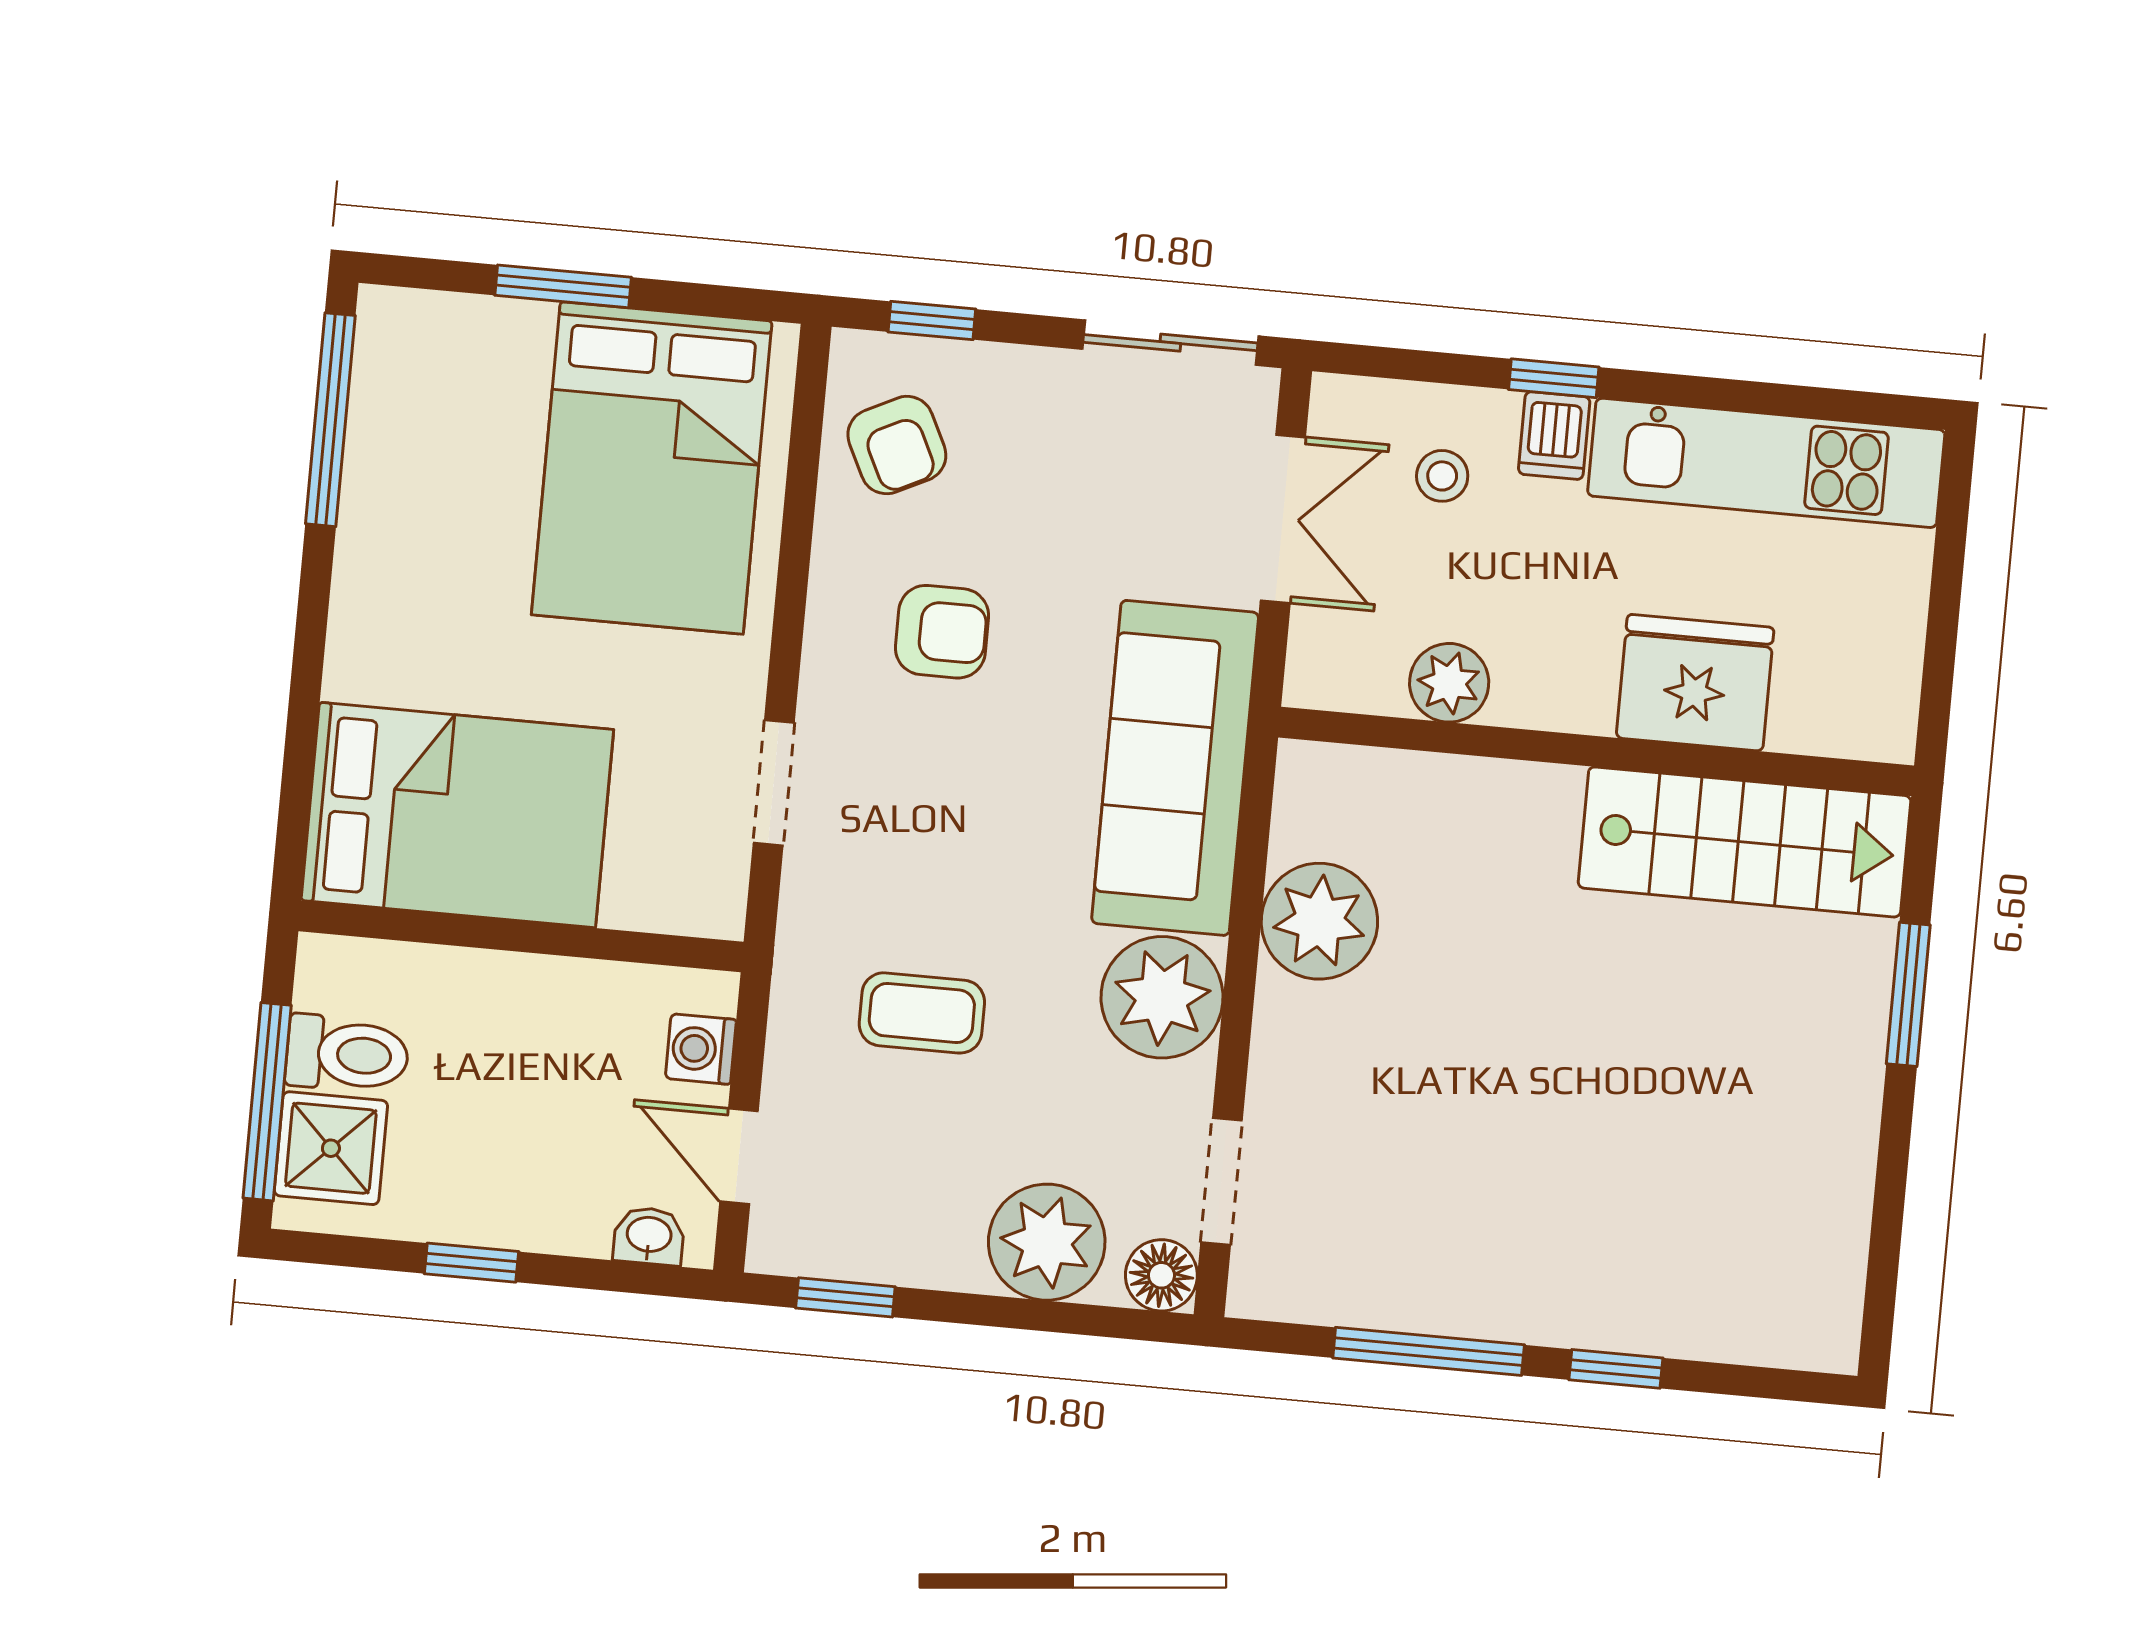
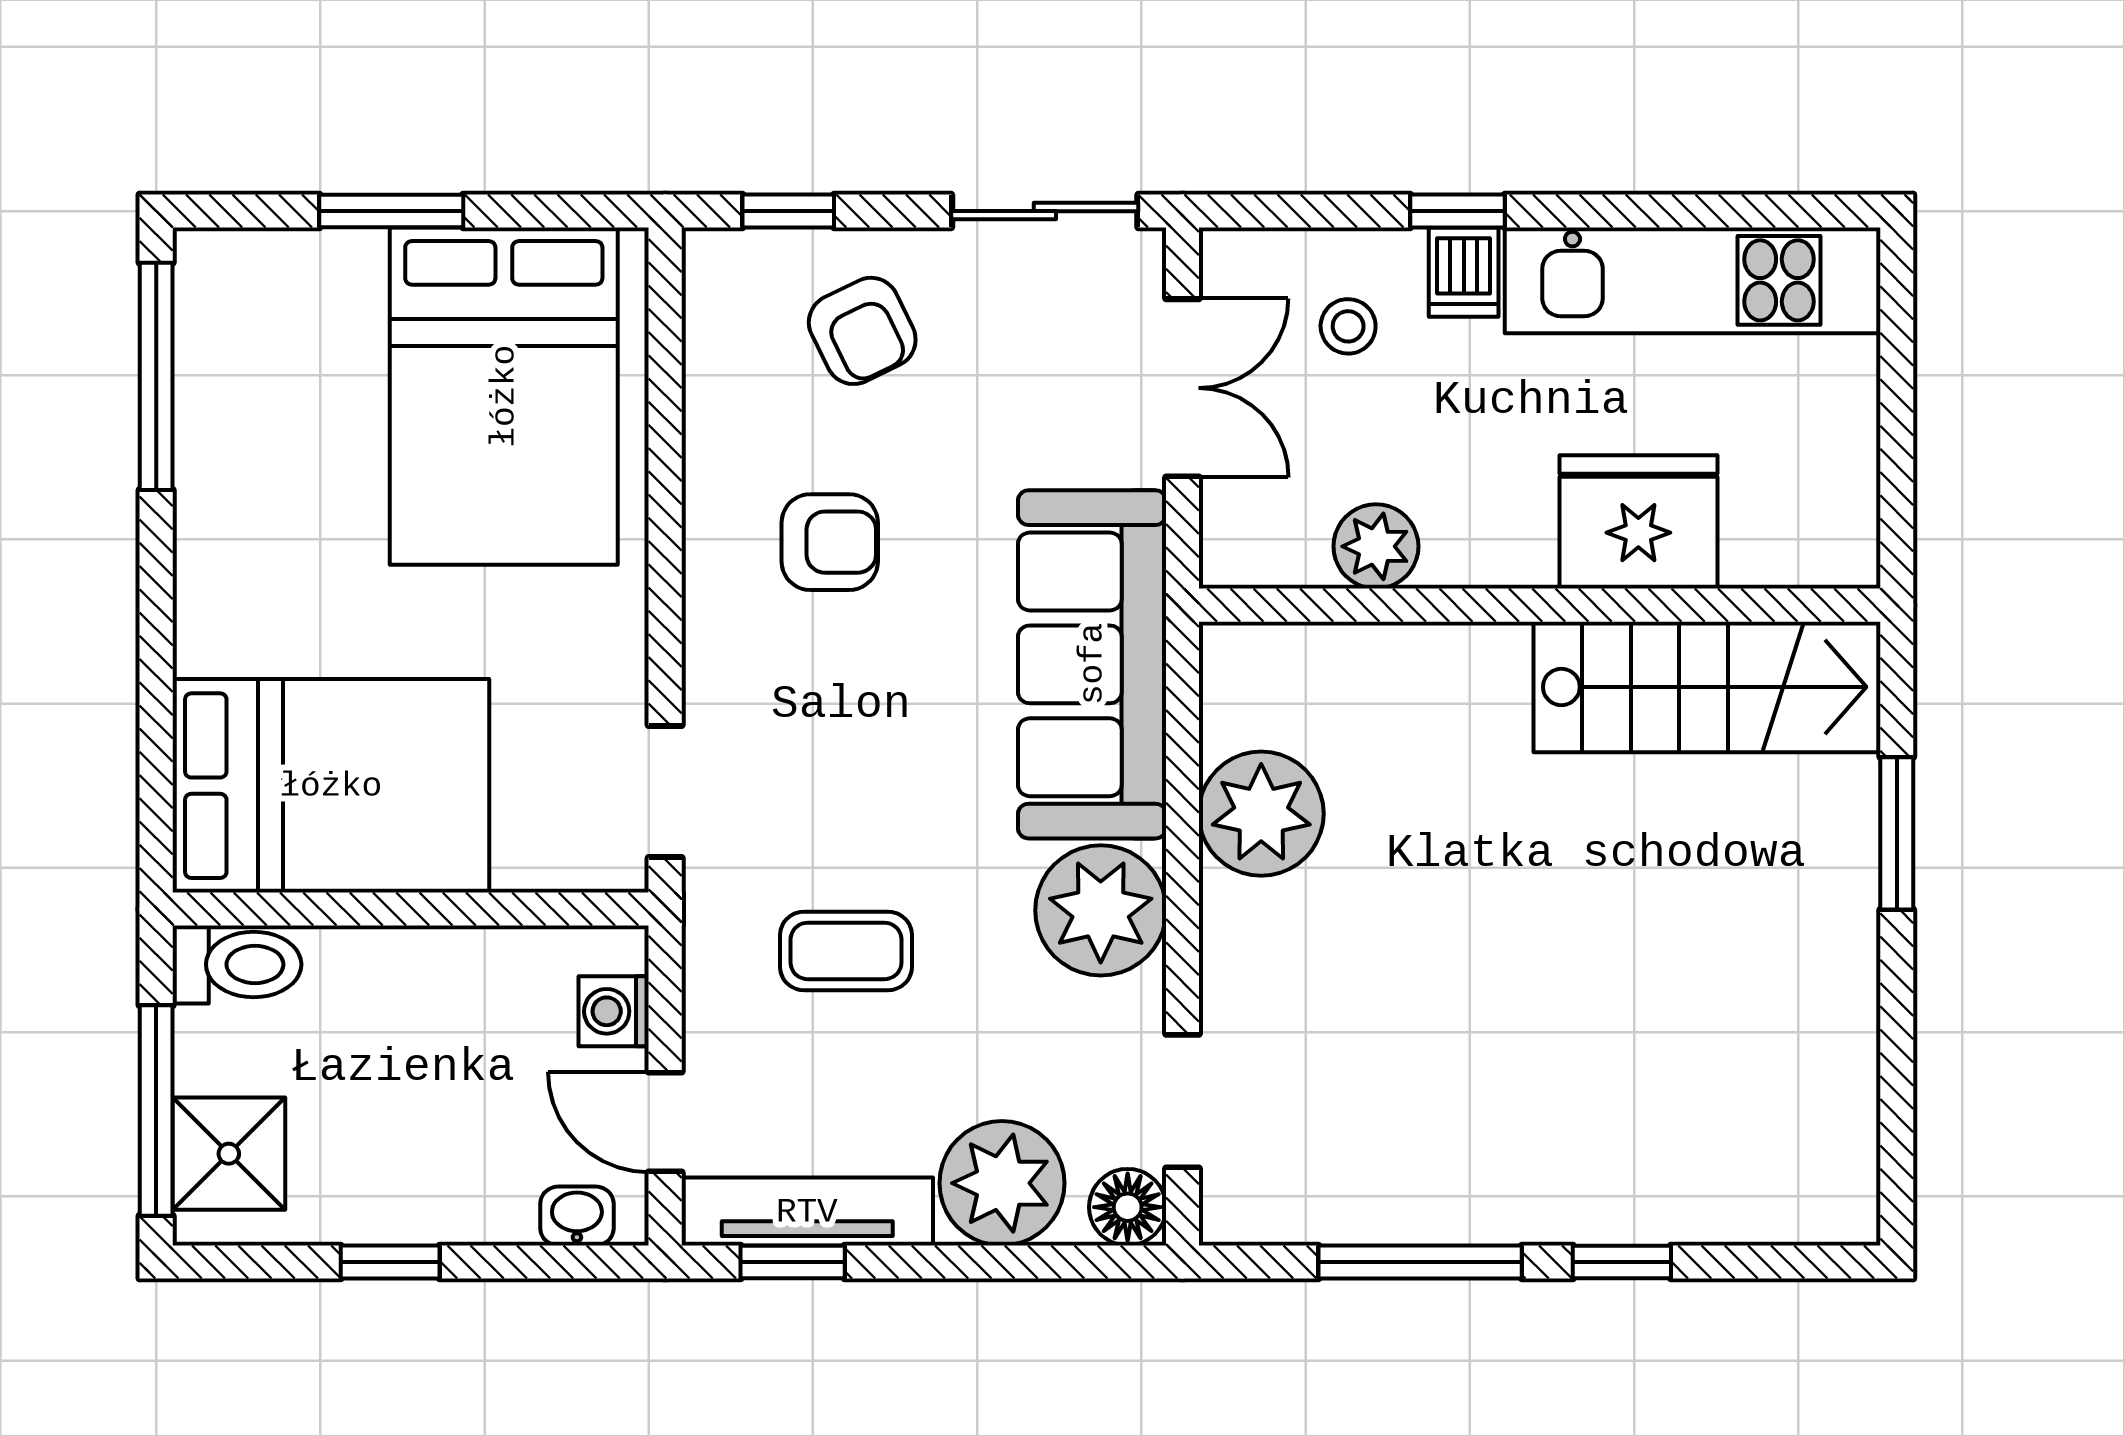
armchair: (897, 445) -> (862, 331), moved
doorway: (774, 783) -> (665, 792), moved
toilet: (347, 1054) -> (237, 964), moved
tv unit: (863, 1252) -> (807, 1212), added

